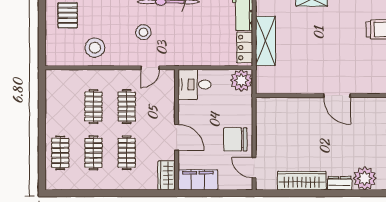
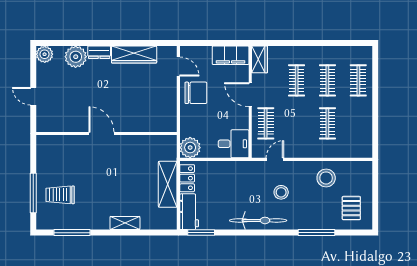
clothes rail: (127, 107) -> (266, 123), moved

